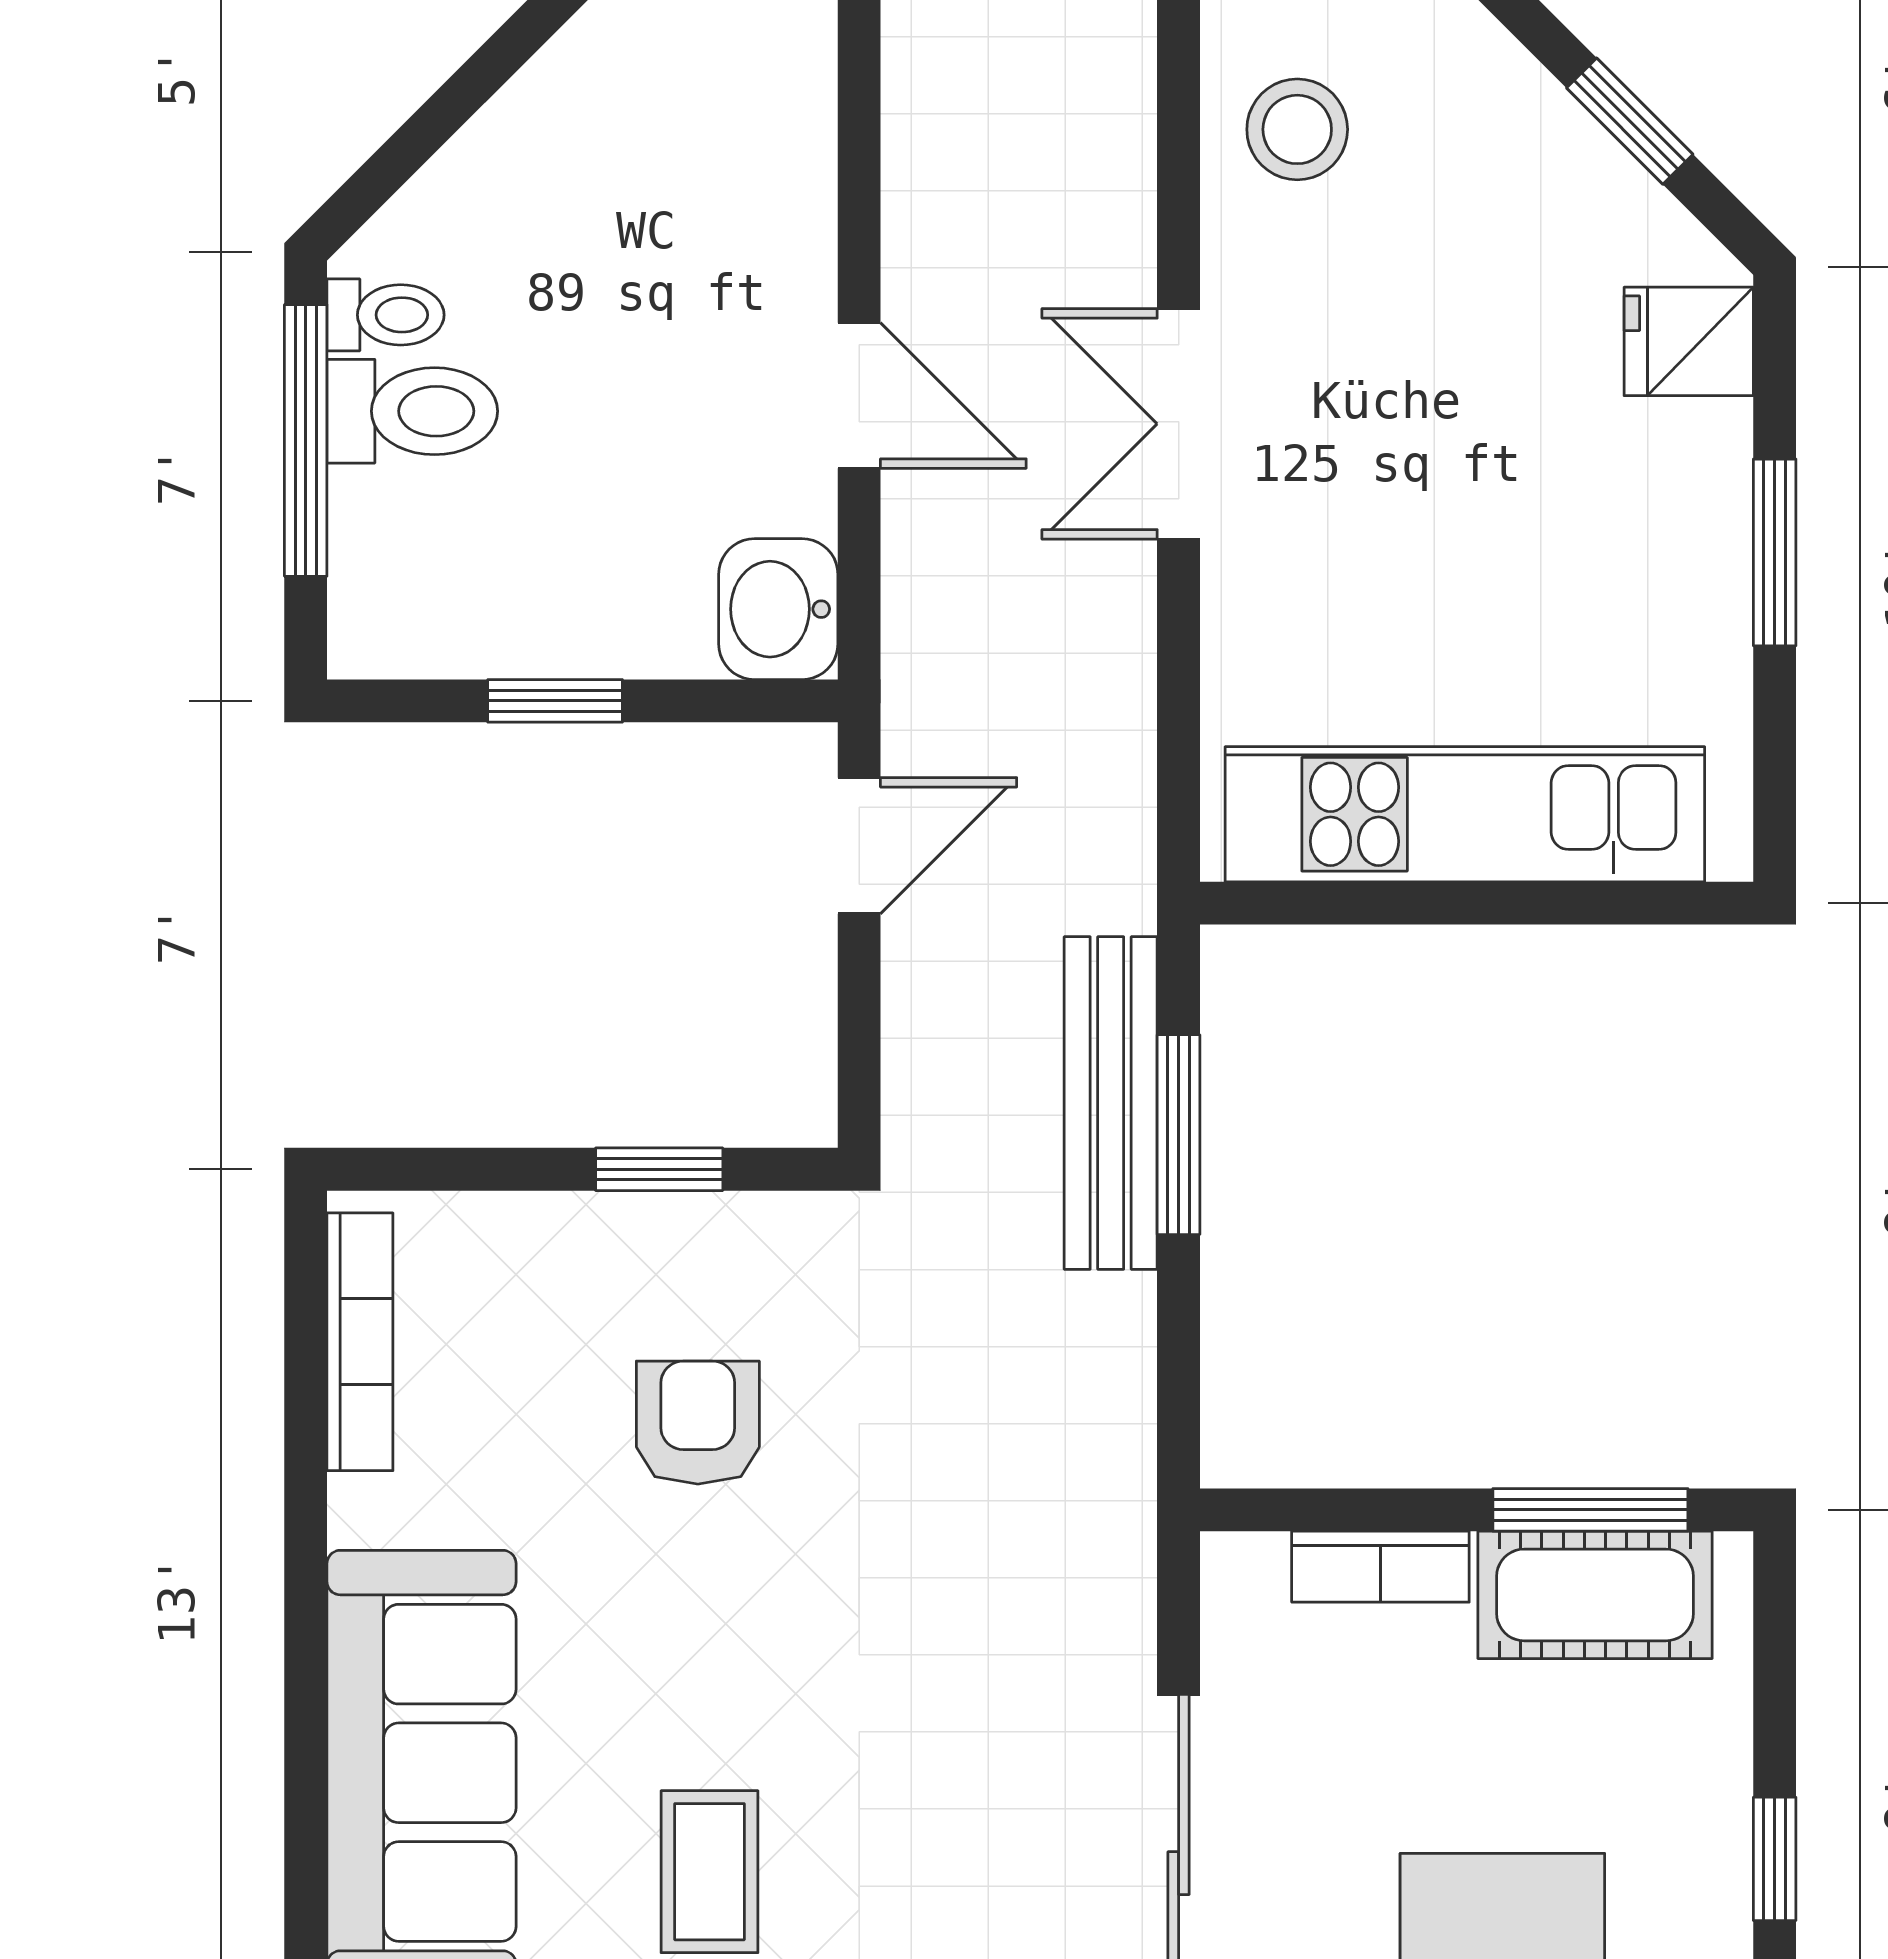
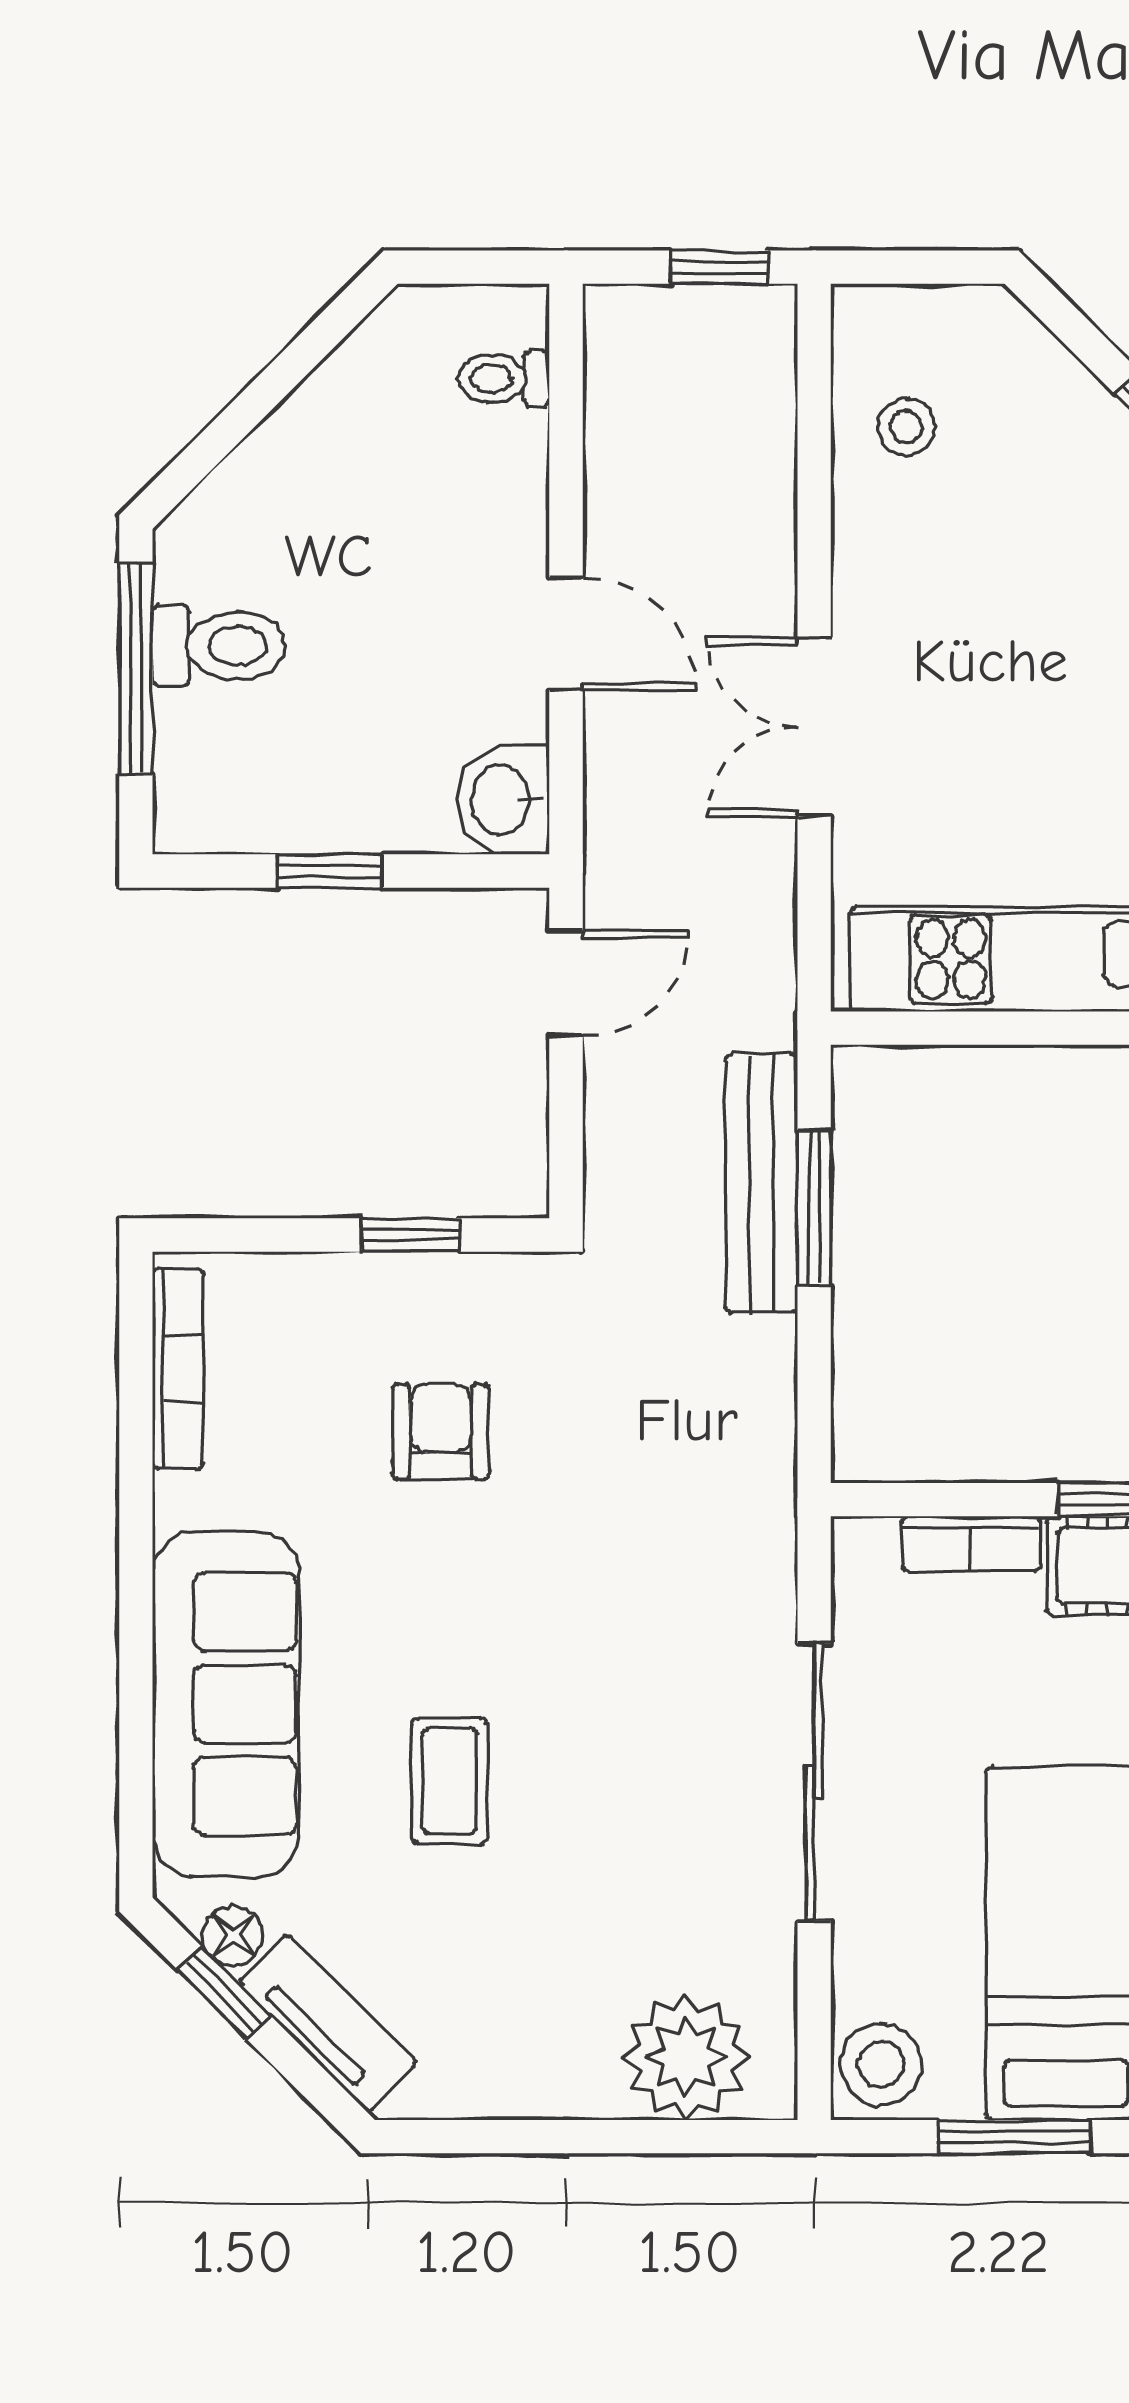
stool: (1297, 129) -> (906, 427), width x0.73, depth x0.73
toilet: (386, 315) -> (504, 379), moved, turned 180
double door: (1179, 424) -> (814, 727), moved

